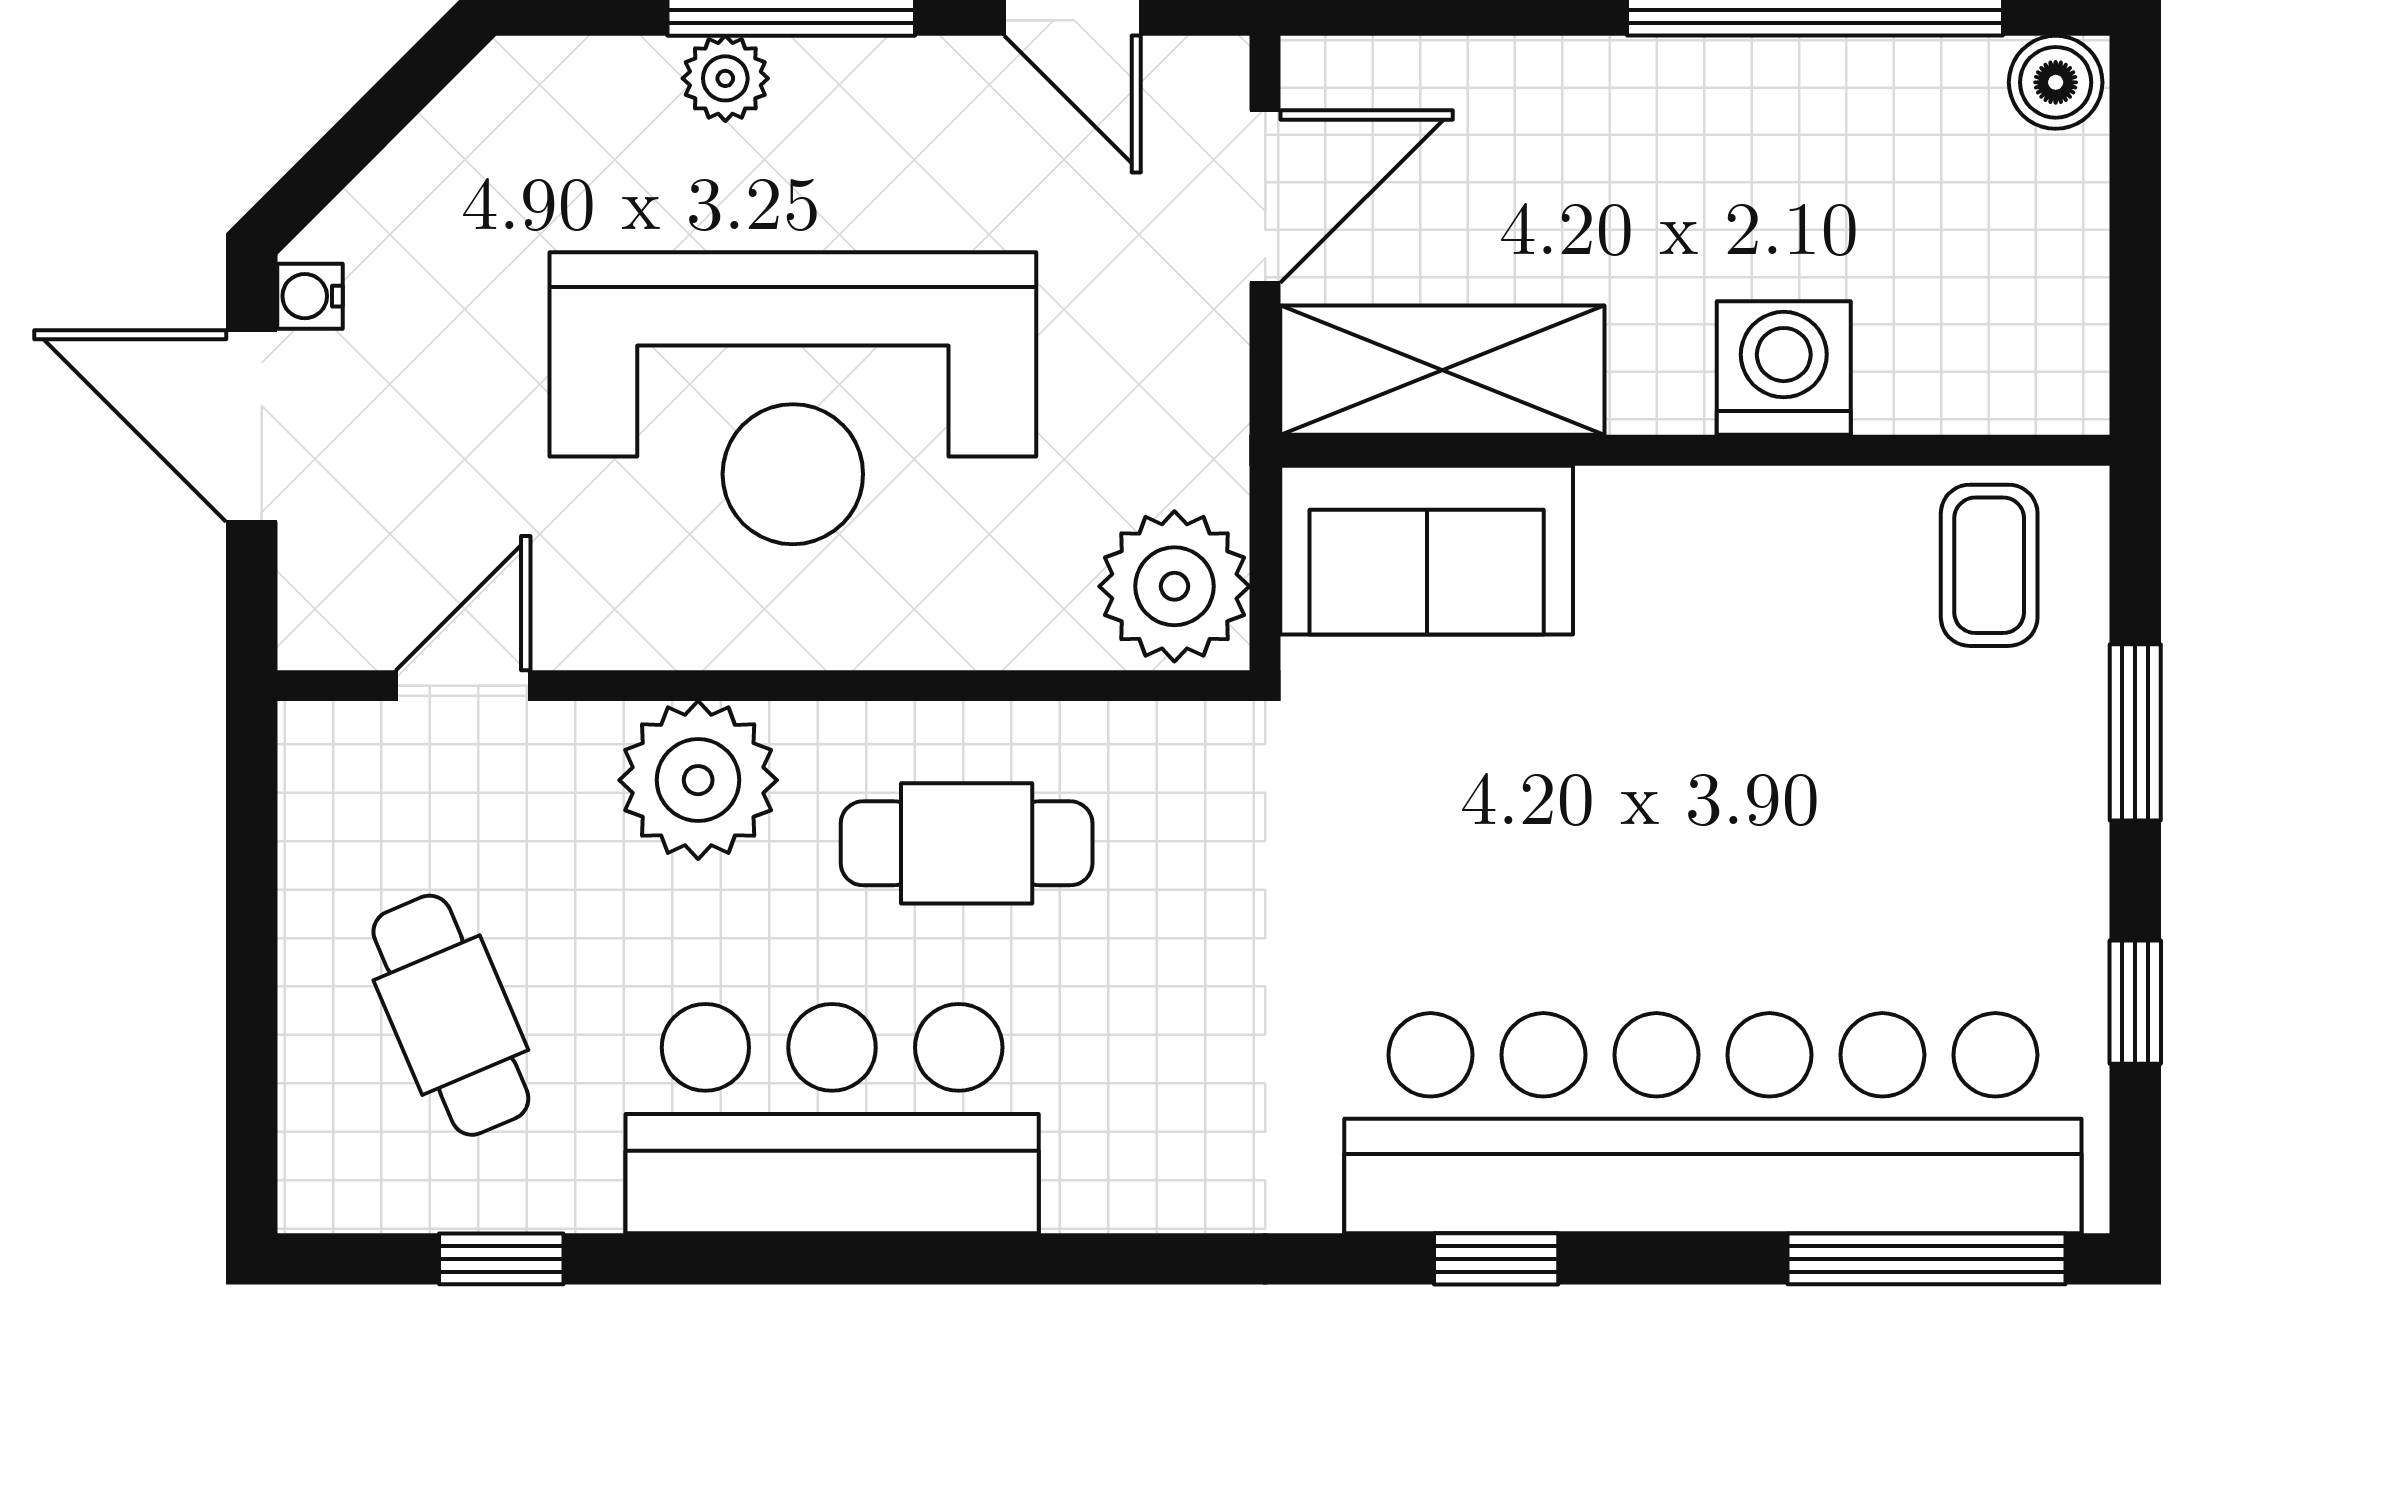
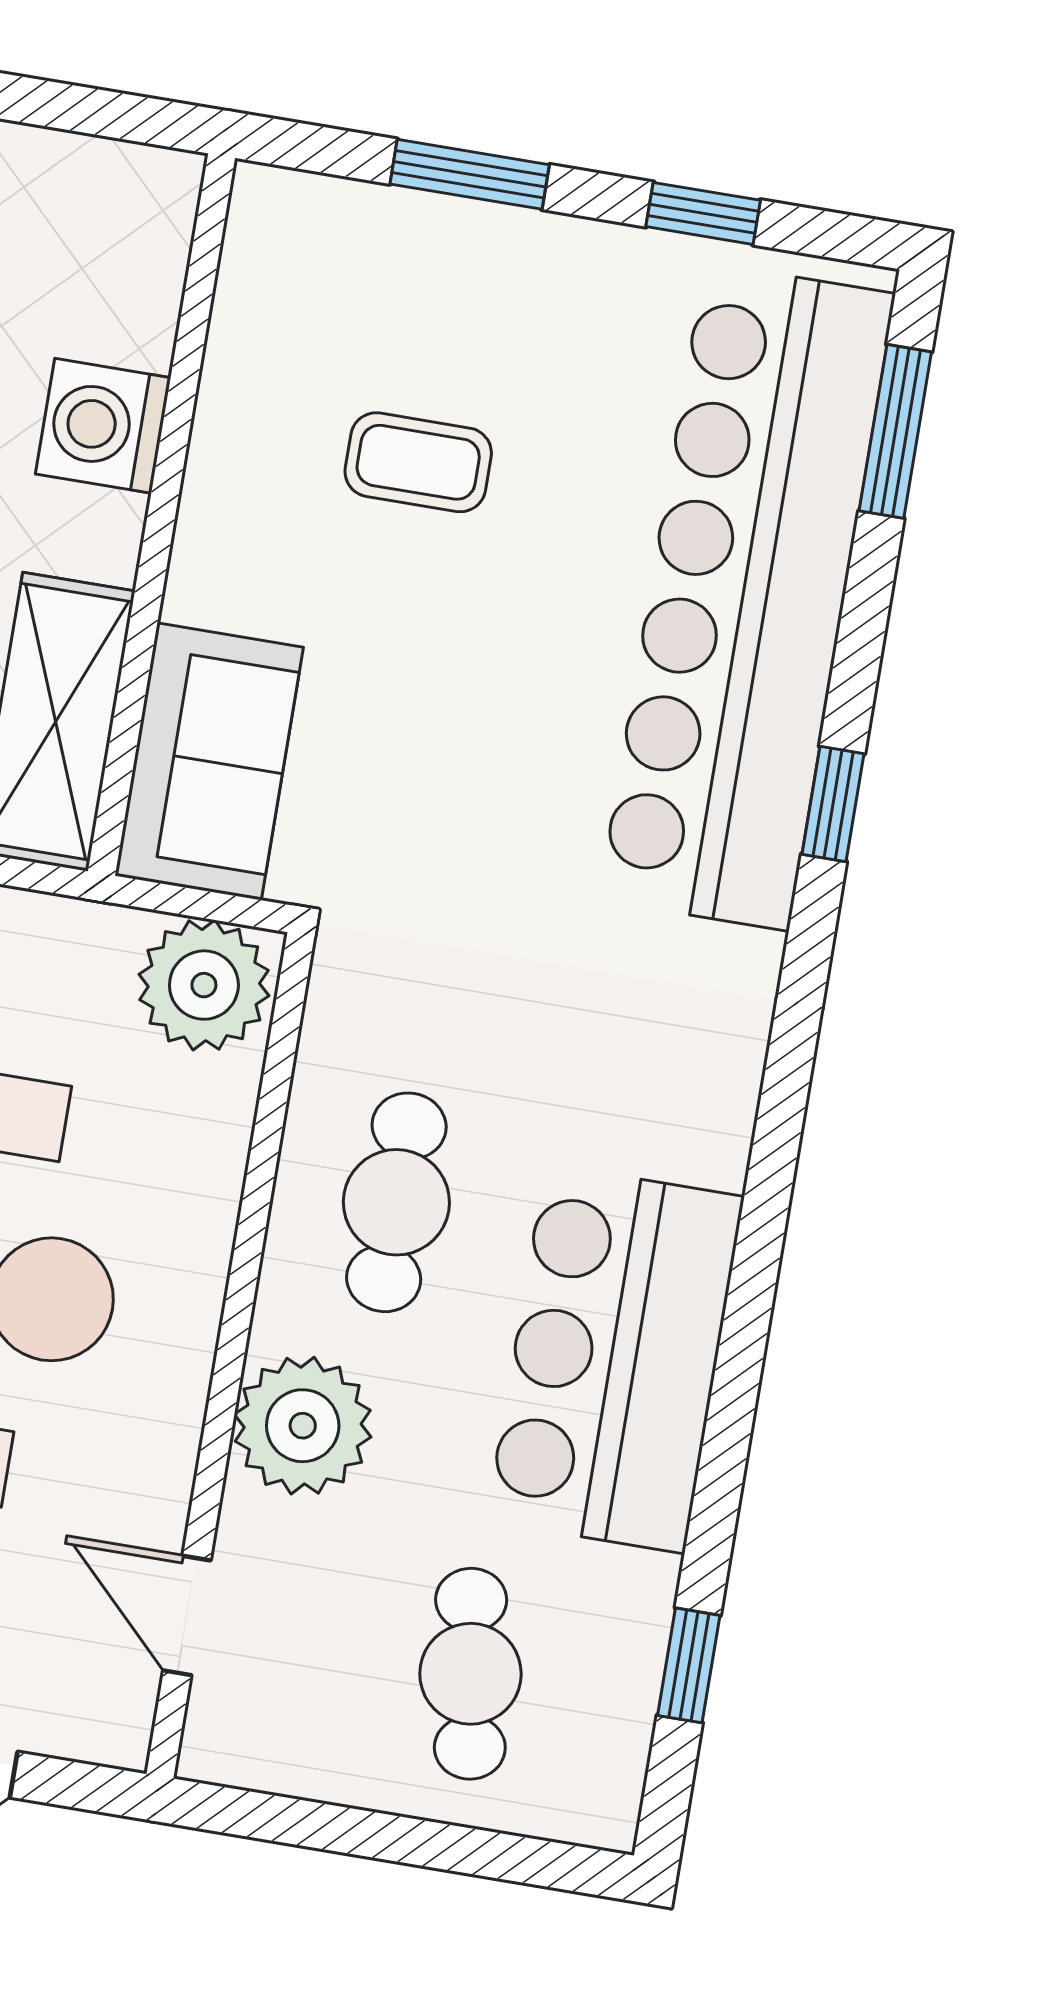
coffee table: (1989, 565) -> (418, 462), moved
cafe table: (451, 1015) -> (470, 1674), turned -76
window: (1926, 1259) -> (895, 431), width x0.69

